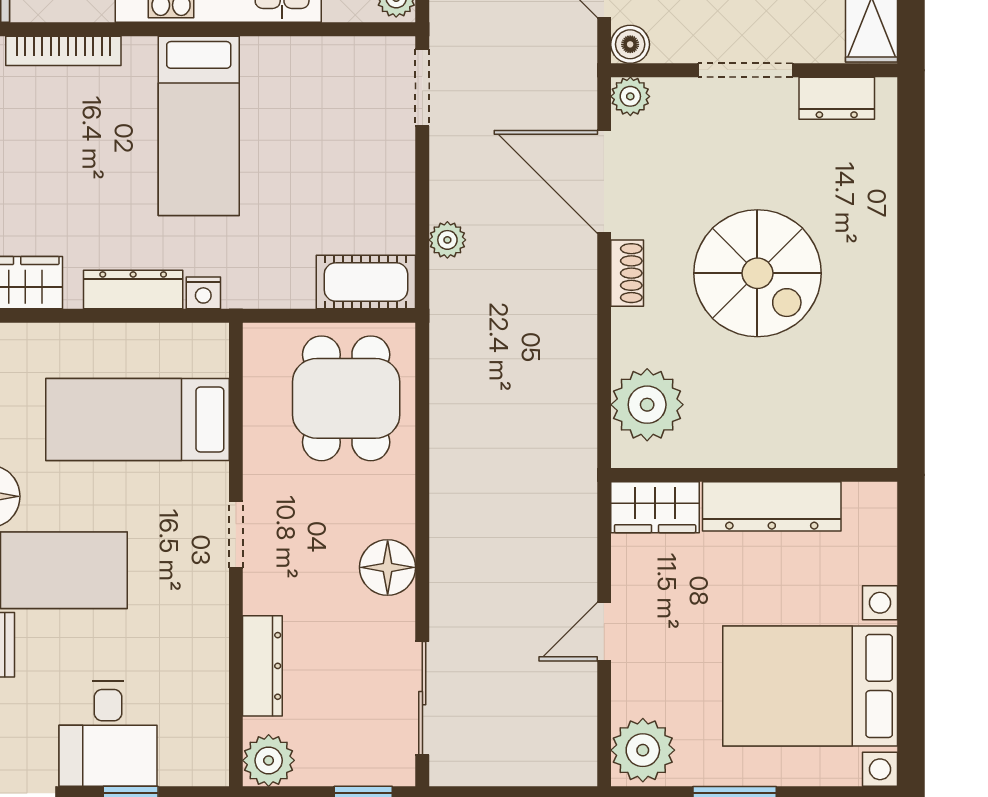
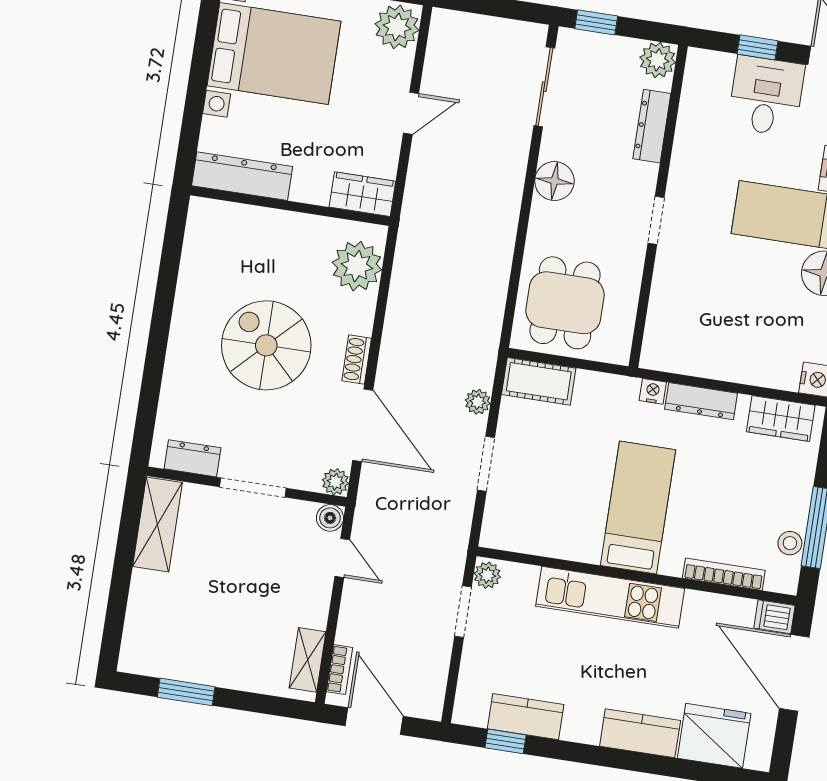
doorway: (422, 87) -> (486, 464), moved
bed: (138, 420) -> (712, 311), removed
dresser: (772, 506) -> (242, 176), moved

